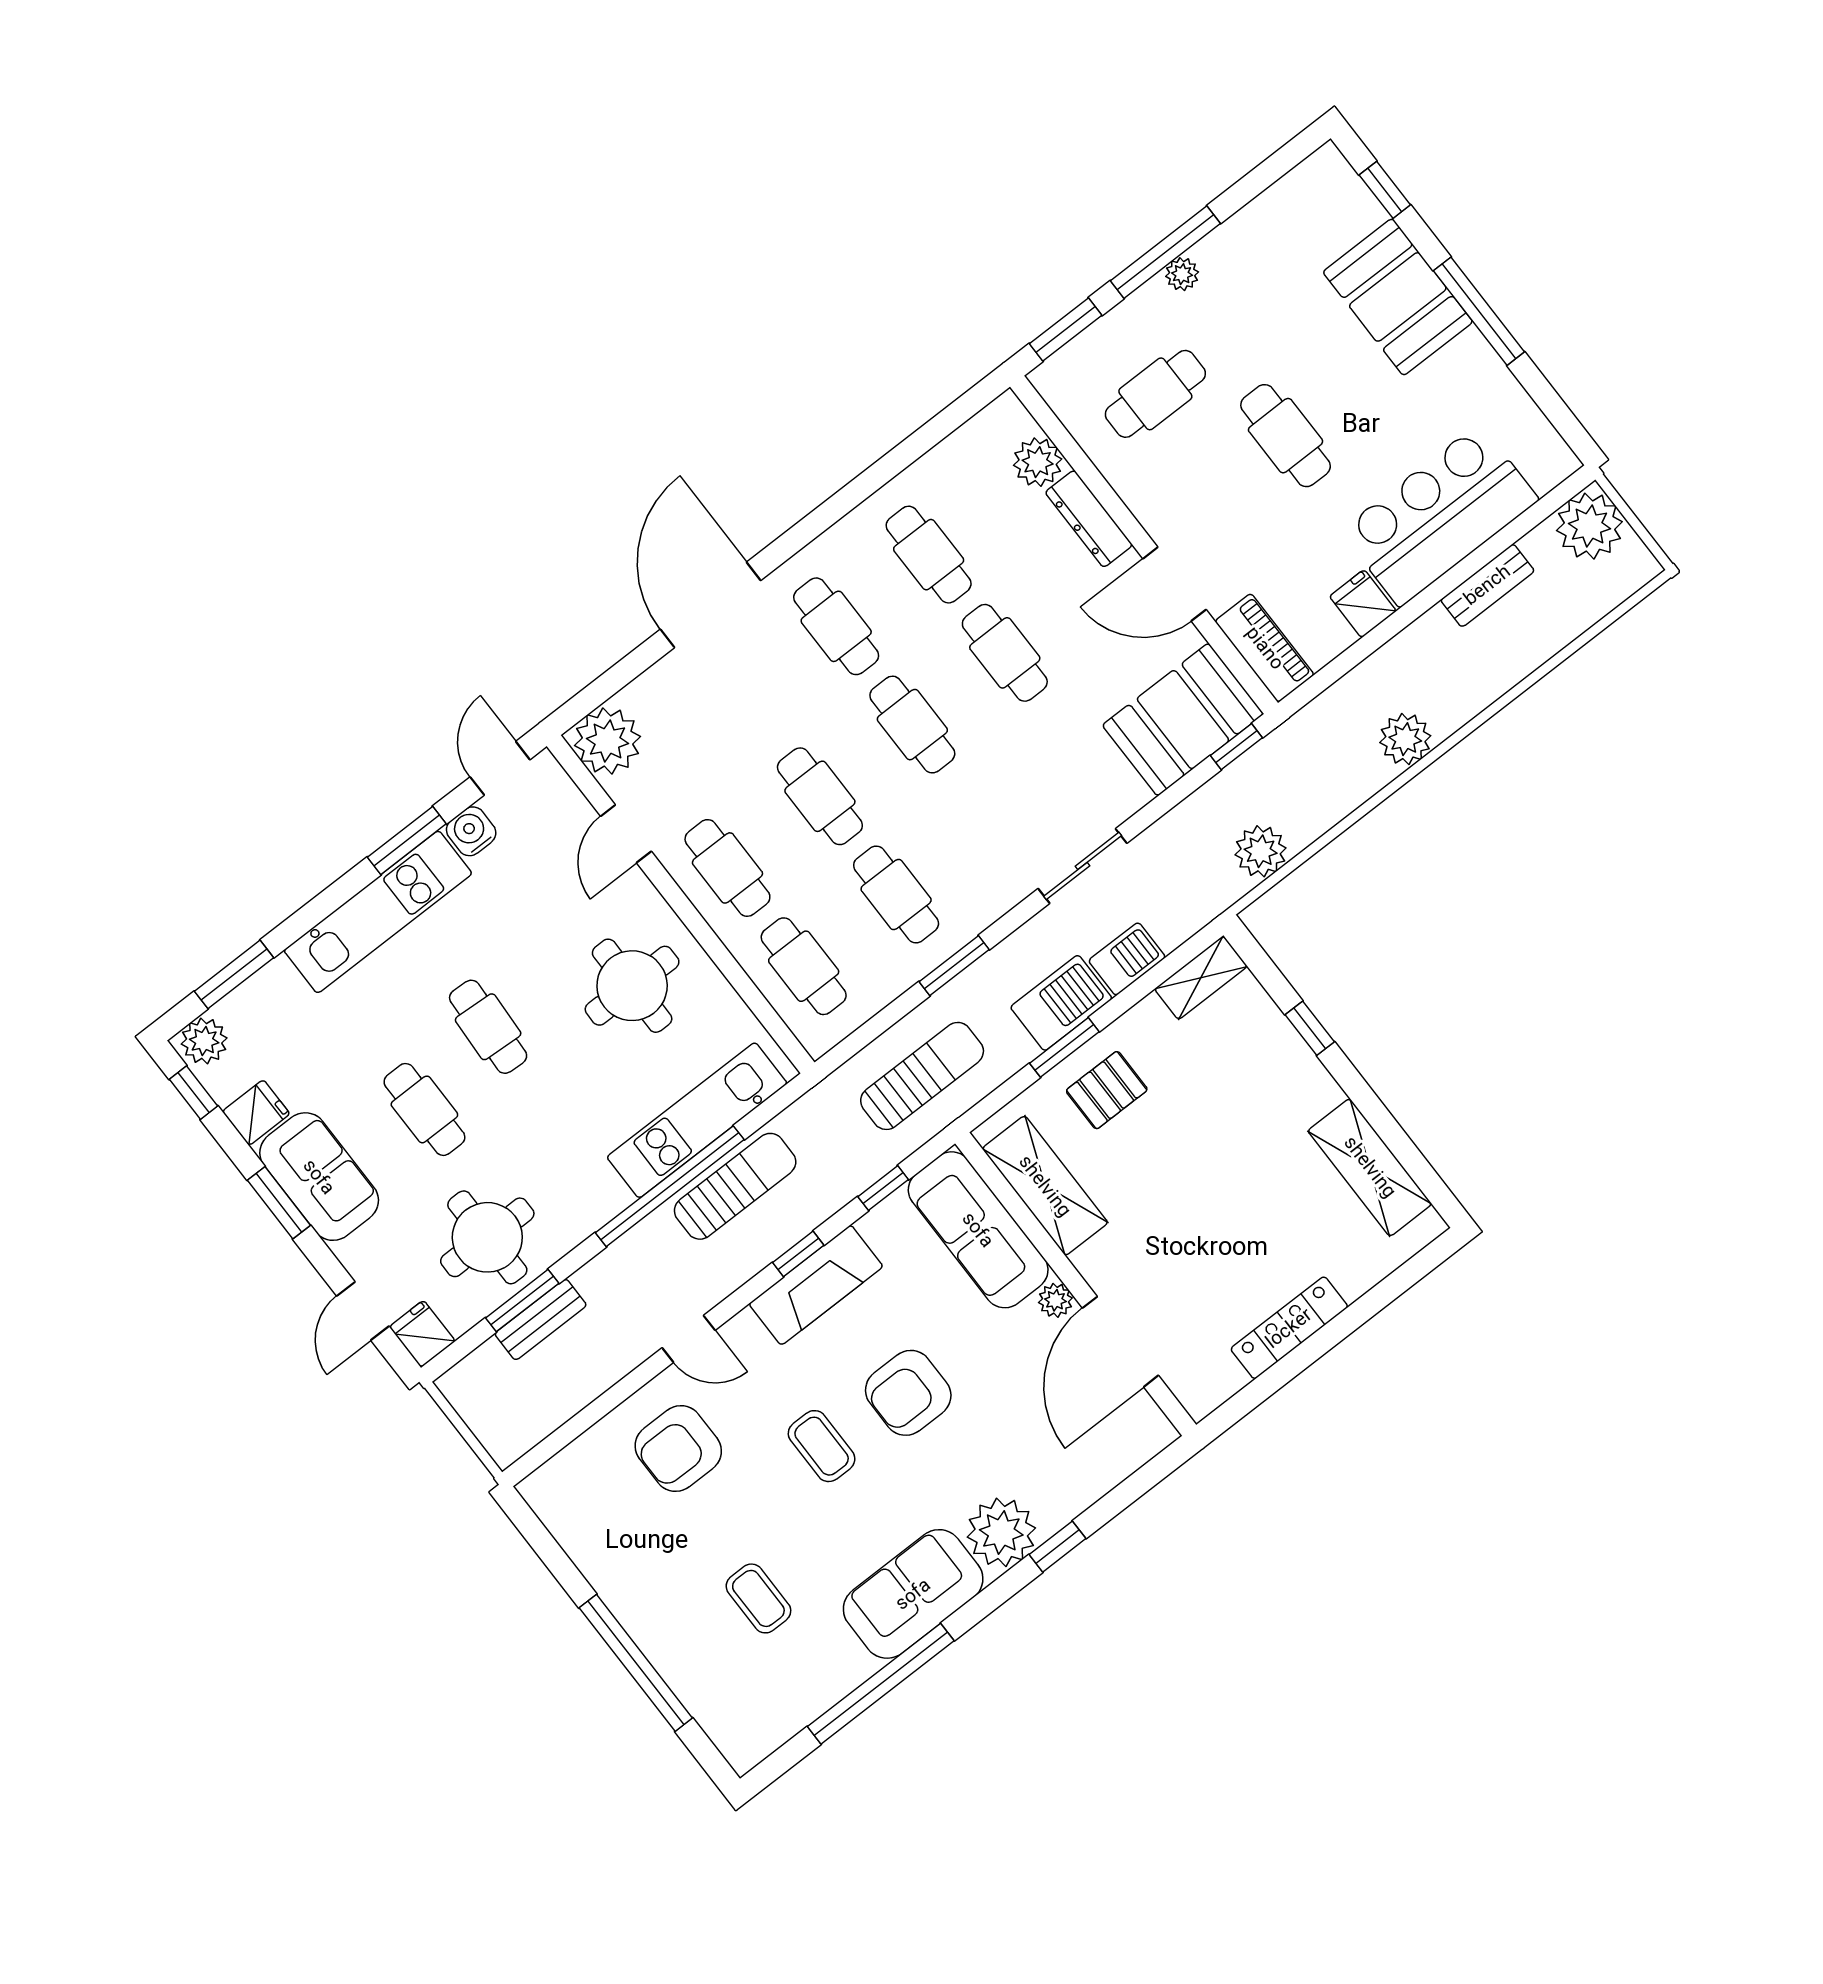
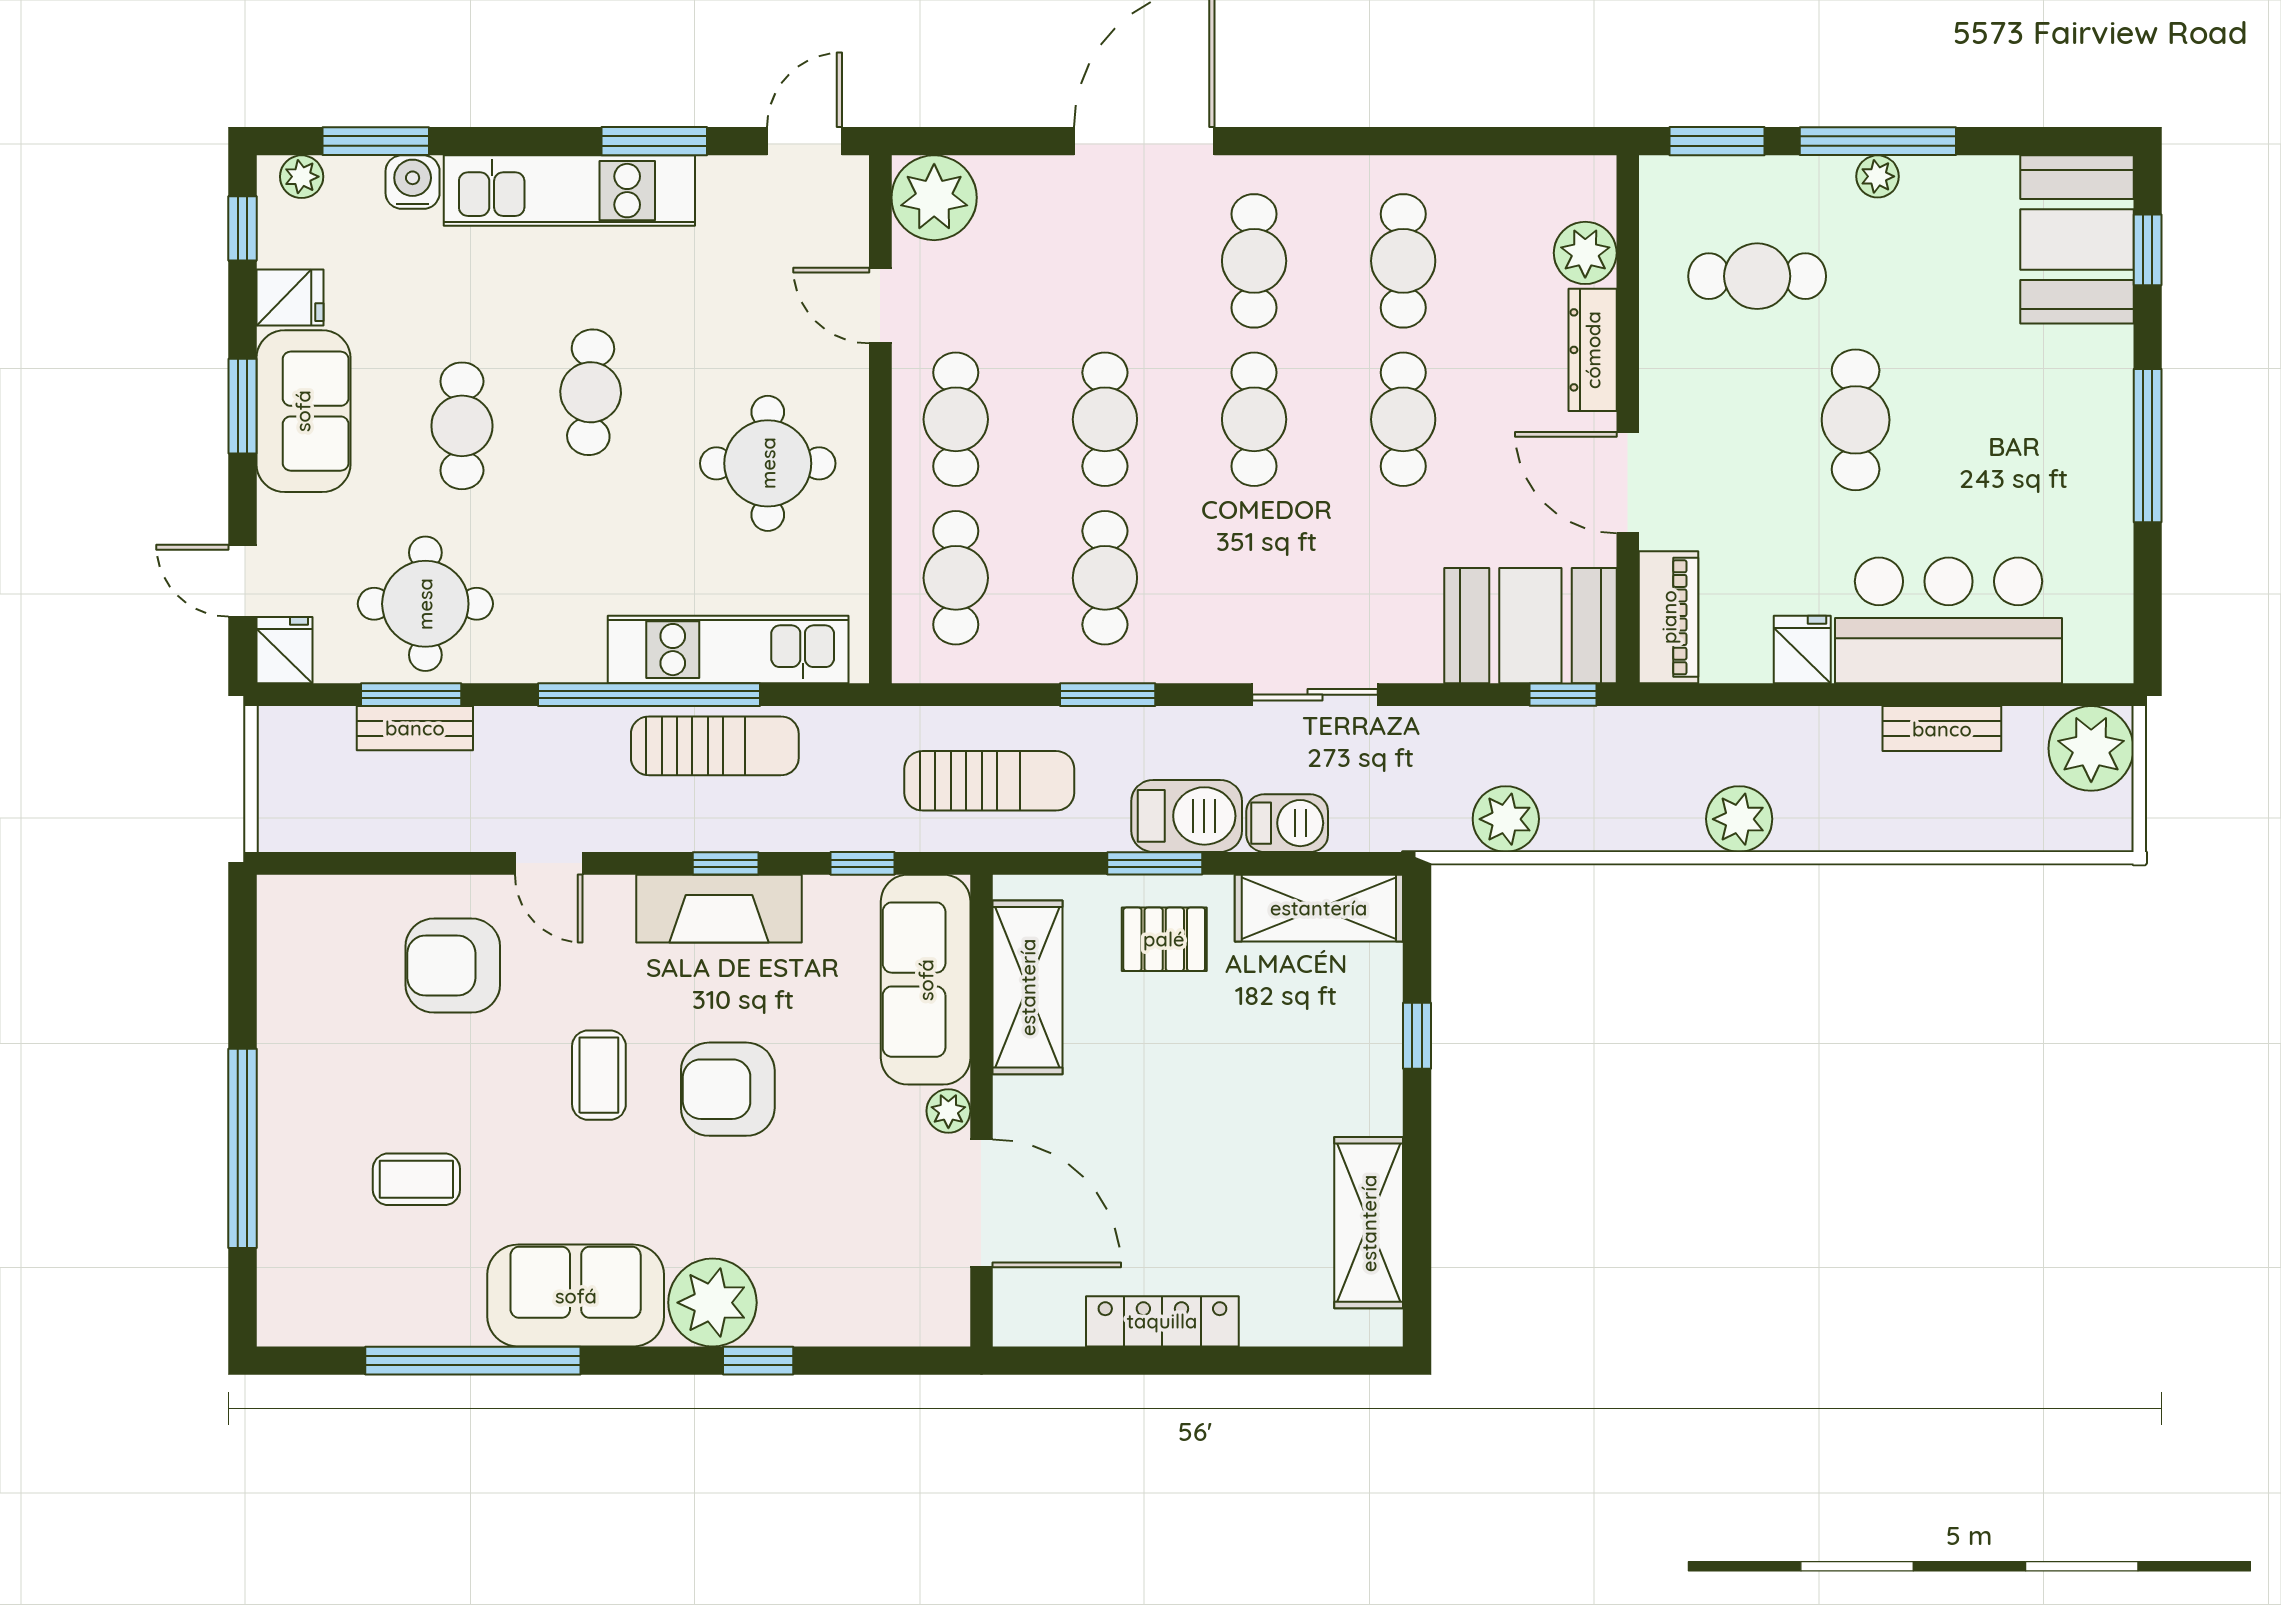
booth: (1398, 297) -> (2077, 239), moved
water cooler: (471, 831) -> (413, 182), moved
door: (626, 834) -> (880, 306), hinge flipped
shelving: (1201, 978) -> (1319, 908), width x1.50, depth x1.33
plant: (204, 1041) -> (302, 177), width x0.73, depth x0.73
door: (363, 1311) -> (243, 581), hinge flipped
door: (1120, 1342) -> (981, 1203), swing flipped
coffee table: (758, 1598) -> (416, 1179), turned 90

